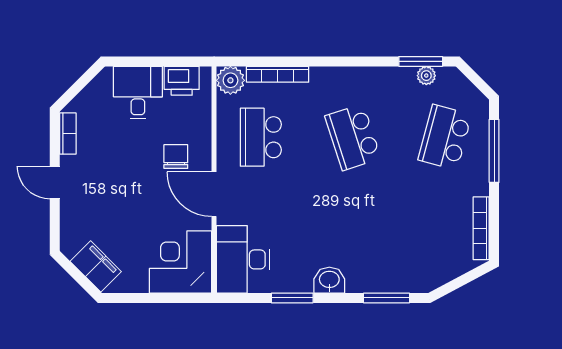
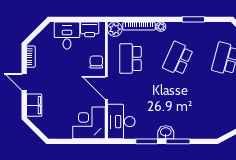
window: (421, 61) -> (193, 19), moved
plant: (426, 76) -> (161, 27), moved
school desk: (353, 137) -> (178, 58), turned 42
chair: (176, 157) -> (96, 62), moved
filing cabinet: (96, 266) -> (34, 105), moved, turned 45
window: (387, 298) -> (178, 141), moved

